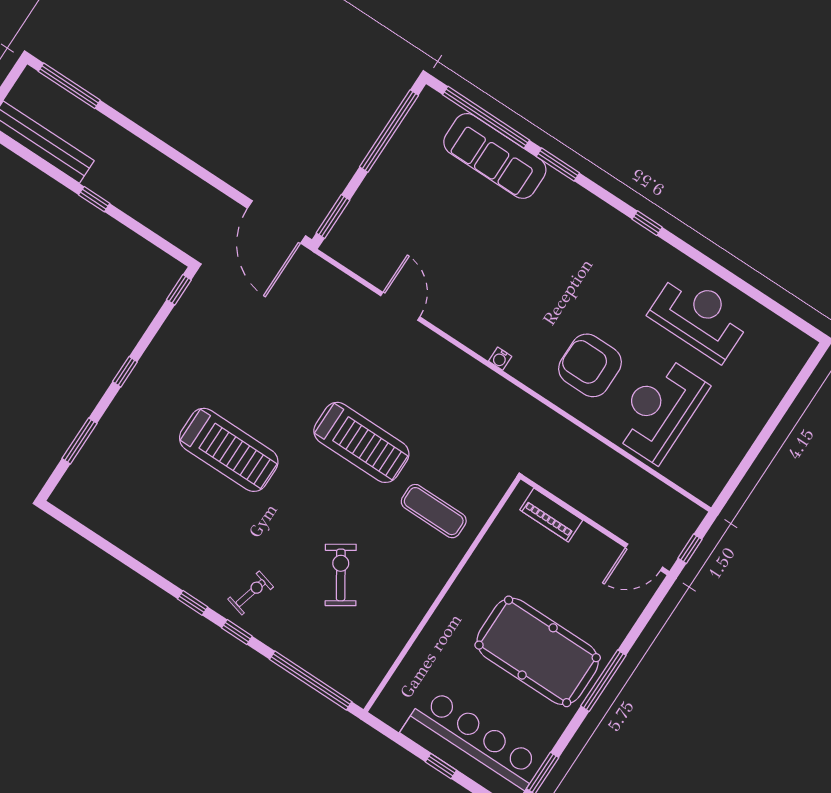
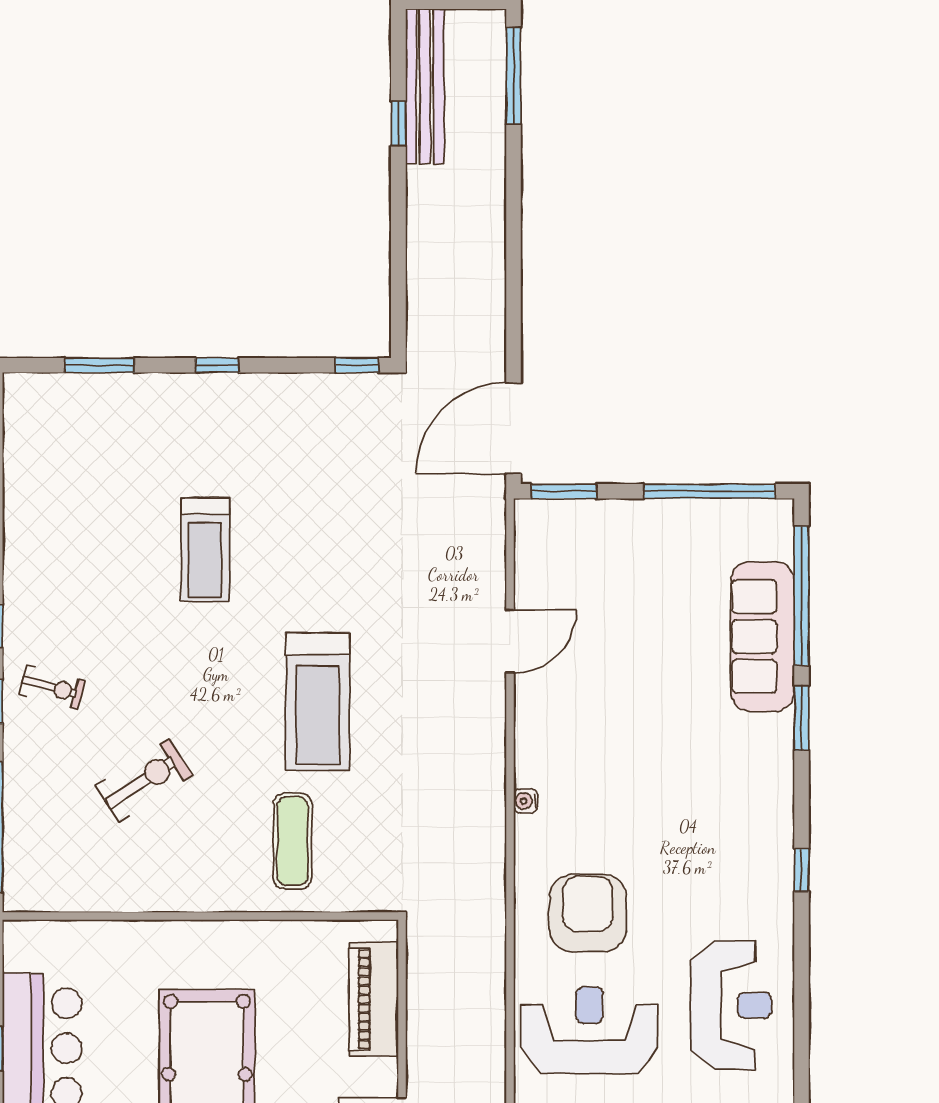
window: (94, 199) -> (398, 124), moved
treadmill: (229, 450) -> (205, 550), width x0.73, depth x0.73
piano: (551, 515) -> (374, 999), width x1.37, depth x1.33

